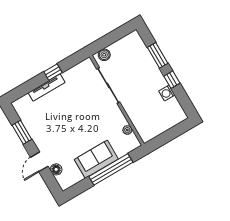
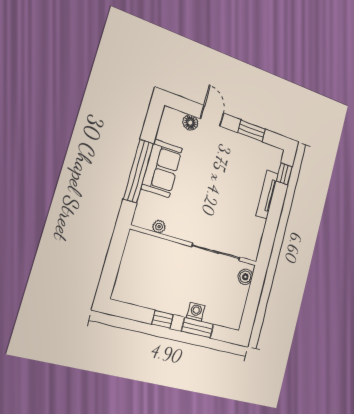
window: (53, 72) -> (284, 174), moved
washing machine: (167, 93) -> (196, 312), moved

